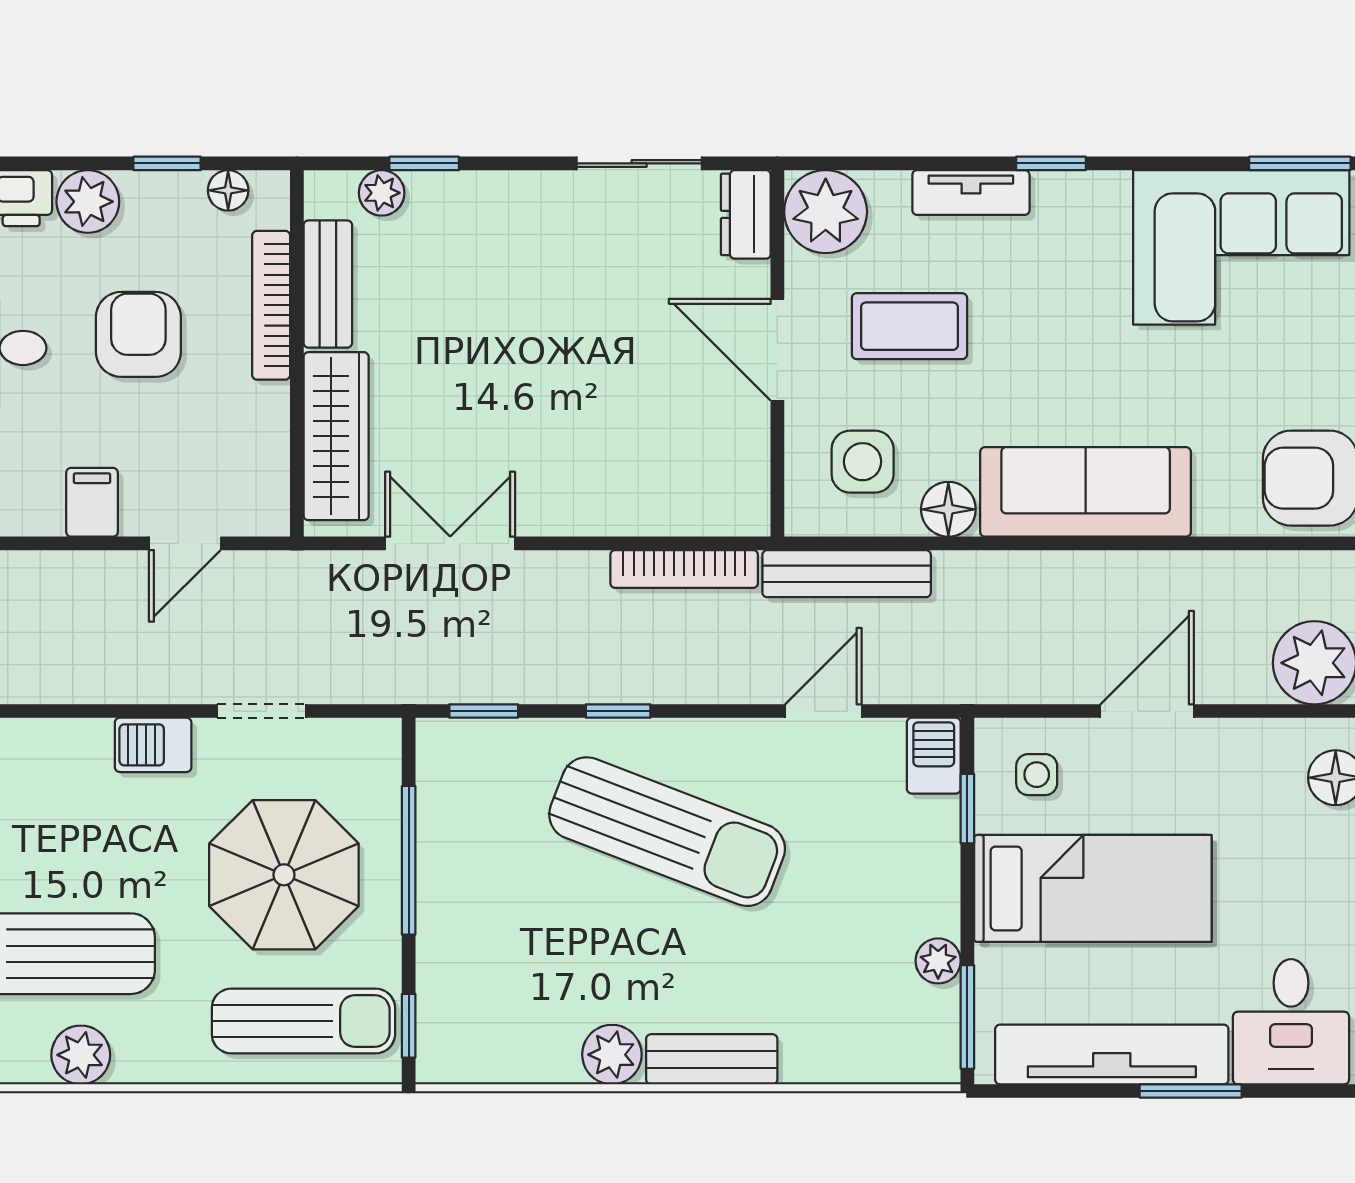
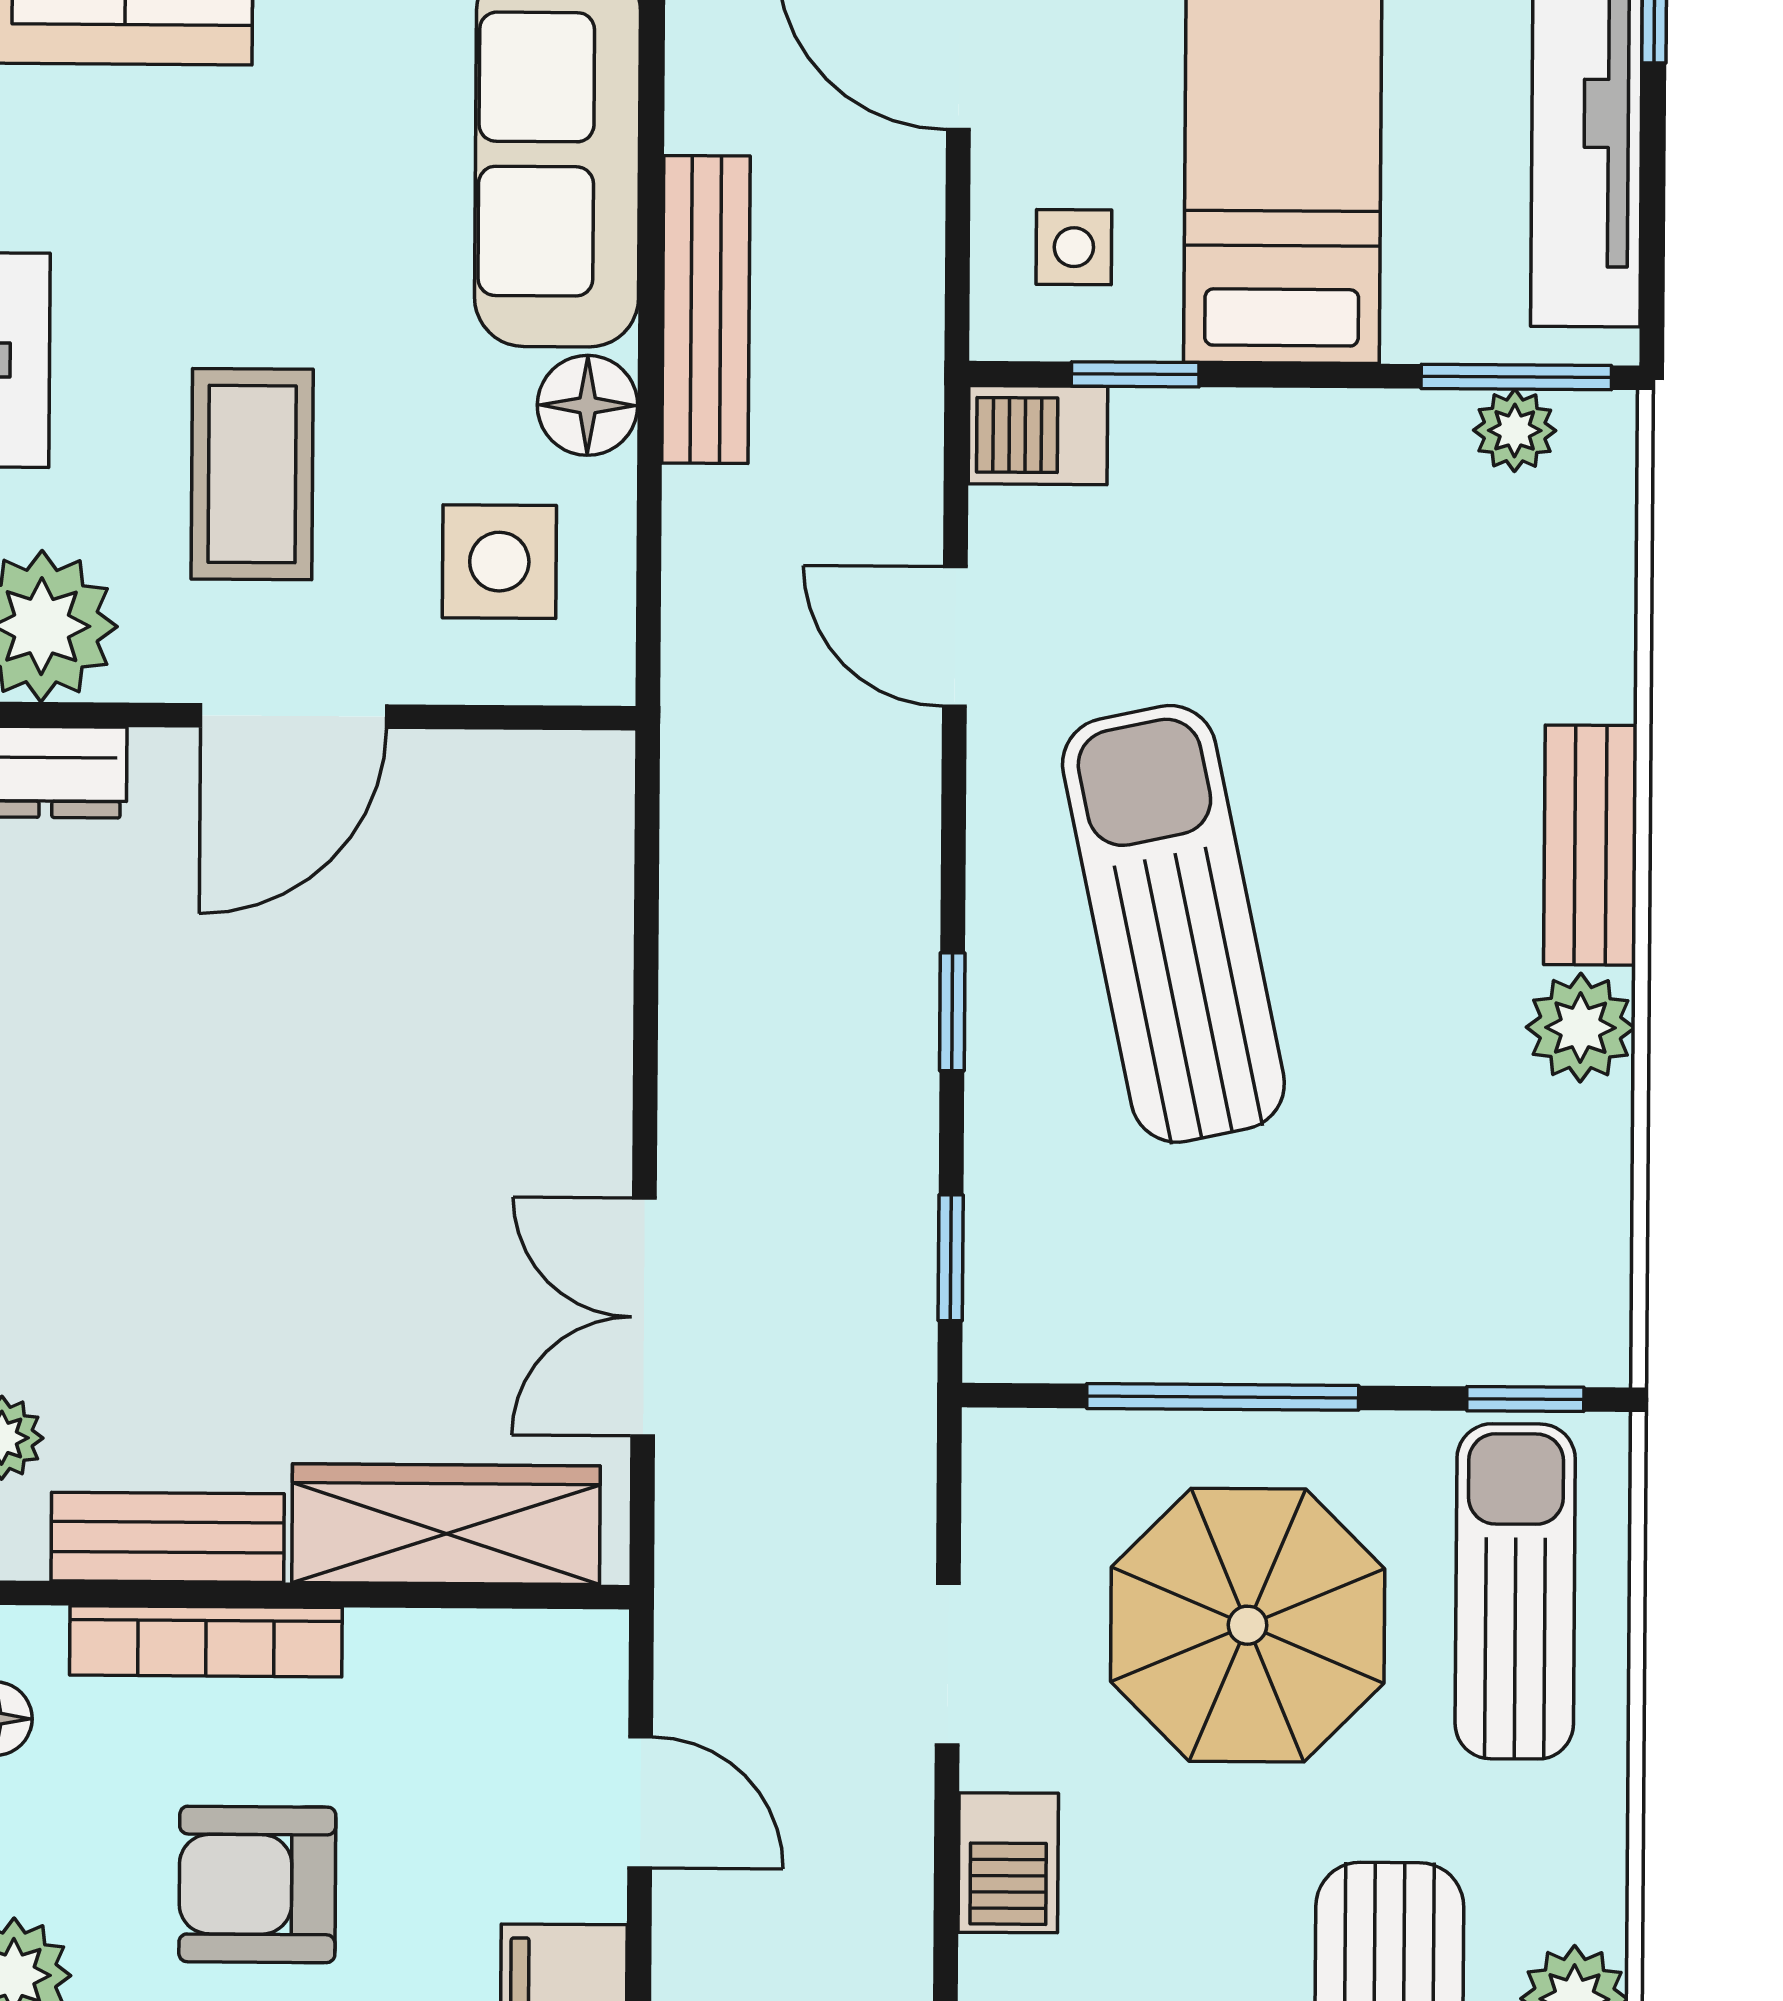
bookcase: (684, 569) -> (693, 889), removed
bench: (847, 574) -> (706, 309), moved
sun lounger: (667, 832) -> (1173, 924), turned -33
plant: (938, 961) -> (1515, 430), moved

